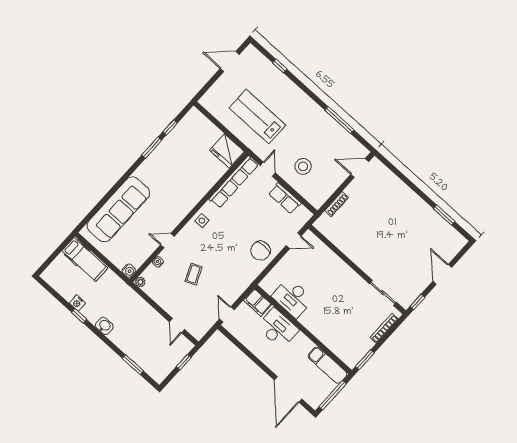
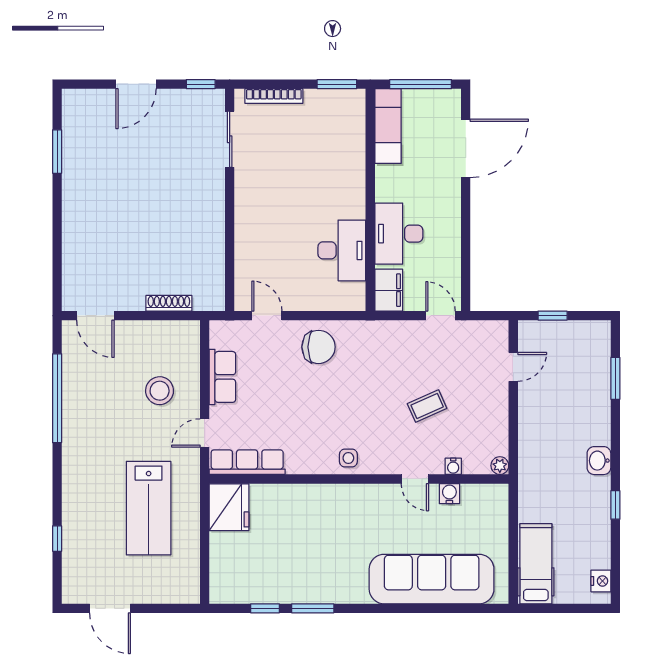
window: (339, 120) -> (57, 398), width x1.46
row of seats: (234, 182) -> (247, 462), width x0.73
water cooler: (129, 271) -> (449, 494), moved
nightstand: (77, 303) -> (601, 581), moved
door: (227, 315) -> (440, 316), swing flipped

